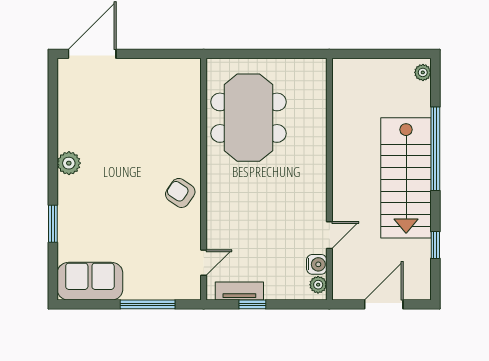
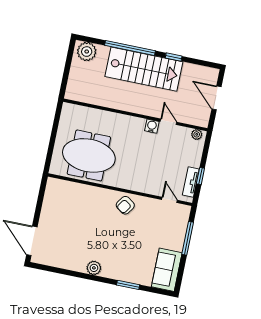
plant: (423, 72) -> (87, 52), width x1.88, depth x1.88
window: (435, 245) -> (174, 57), moved
water cooler: (317, 264) -> (152, 126), moved

